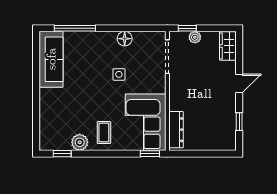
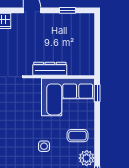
side table: (119, 74) -> (44, 146), moved
dresser: (176, 130) -> (50, 69), moved

